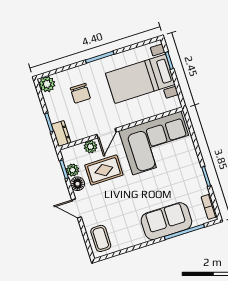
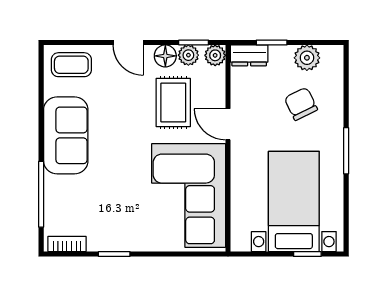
plant: (47, 84) -> (307, 58), moved
chair: (80, 93) -> (301, 104), turned 64
plant: (91, 147) -> (215, 55), moved
door: (77, 209) -> (128, 42), swing flipped
sofa: (166, 221) -> (66, 135), moved

